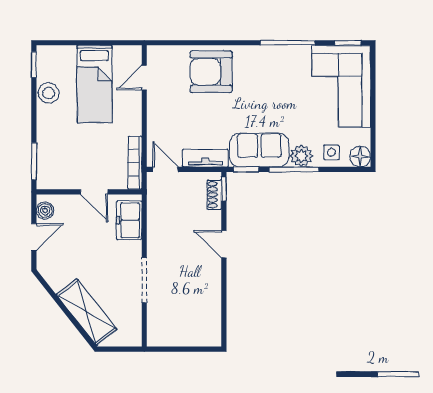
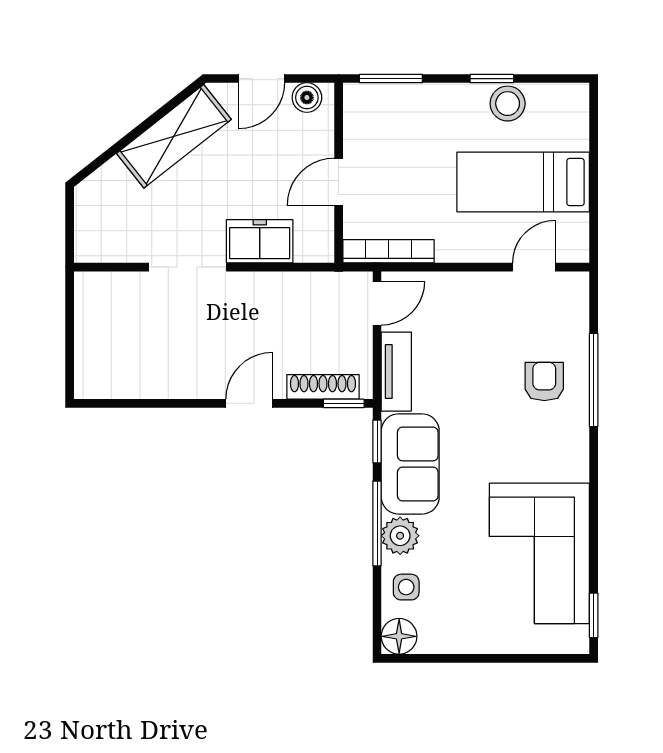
window: (288, 43) -> (594, 380), moved
window: (34, 65) -> (492, 79), moved
armchair: (211, 72) -> (544, 381), width x0.53, depth x0.53
door: (144, 78) -> (534, 267), hinge flipped
corner sofa: (341, 86) -> (539, 553), moved, turned -90
shoe rack: (214, 195) -> (323, 387), width x1.43
freezer: (129, 220) -> (260, 241), moved
door: (34, 237) -> (262, 79), hinge flipped
shelving: (87, 312) -> (174, 136), moved

